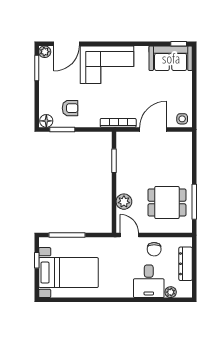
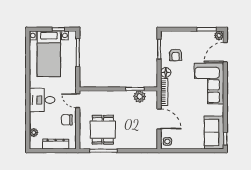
door: (66, 44) -> (225, 52), hinge flipped
floor lamp: (46, 121) -> (166, 72), moved
plant: (124, 202) -> (140, 96), moved
door: (129, 235) -> (78, 101), swing flipped
desk: (149, 281) -> (42, 100), moved

